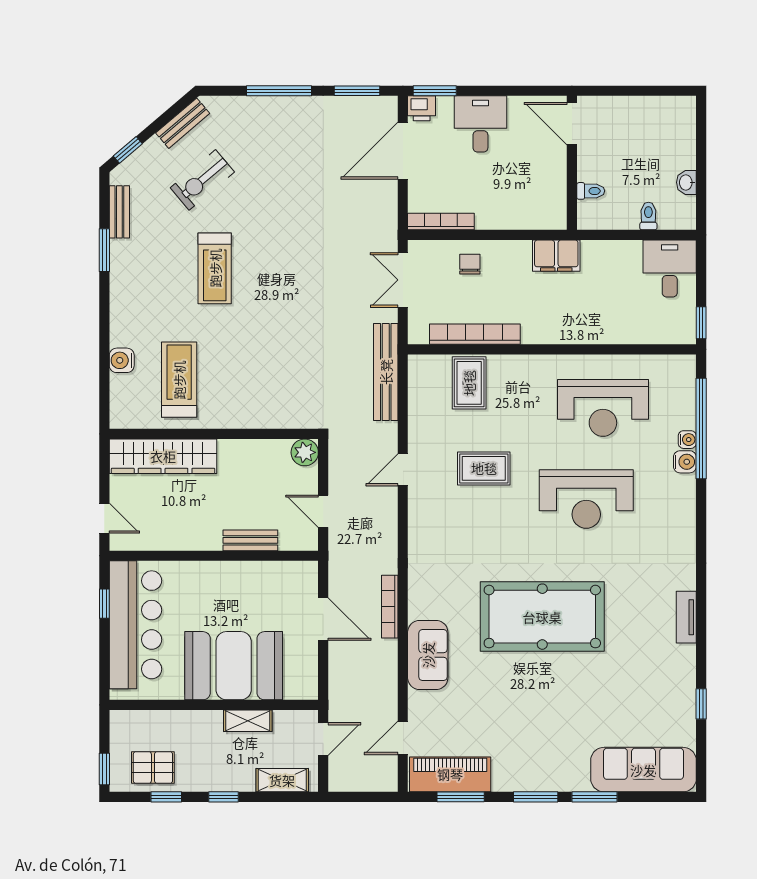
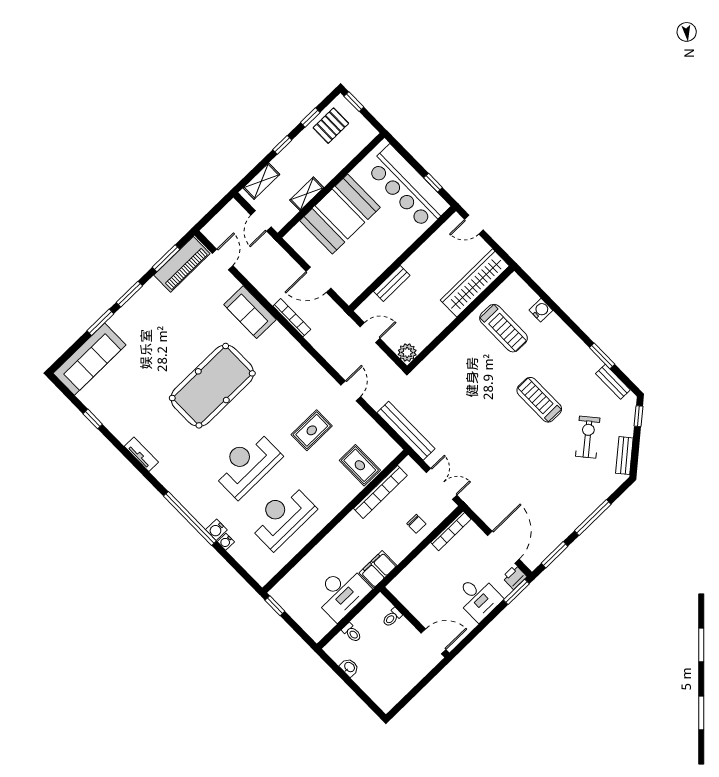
desk: (670, 269) -> (341, 593), moved, width x1.37
window: (701, 428) -> (190, 519), moved

